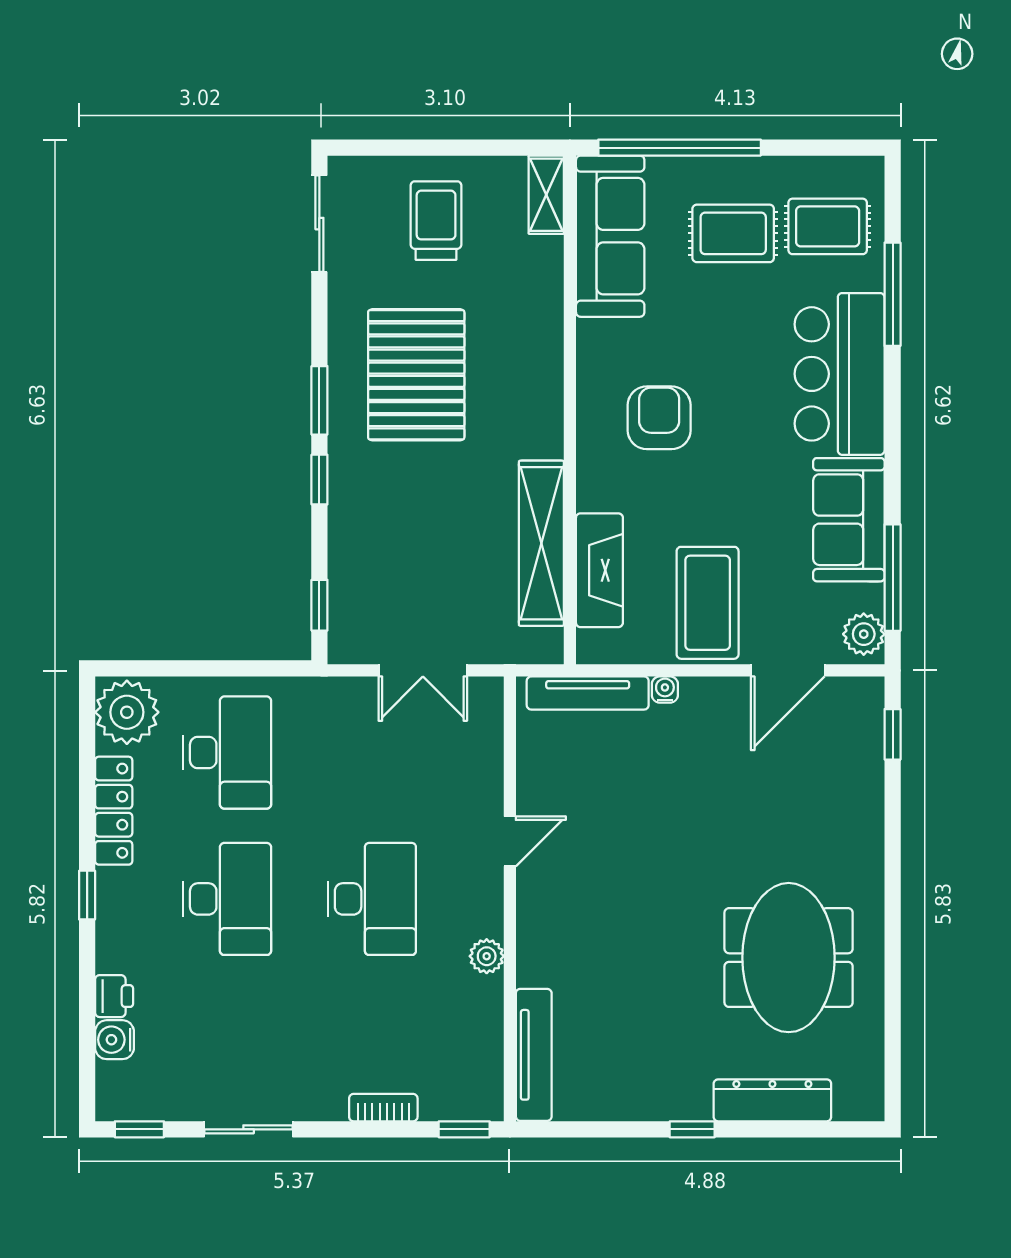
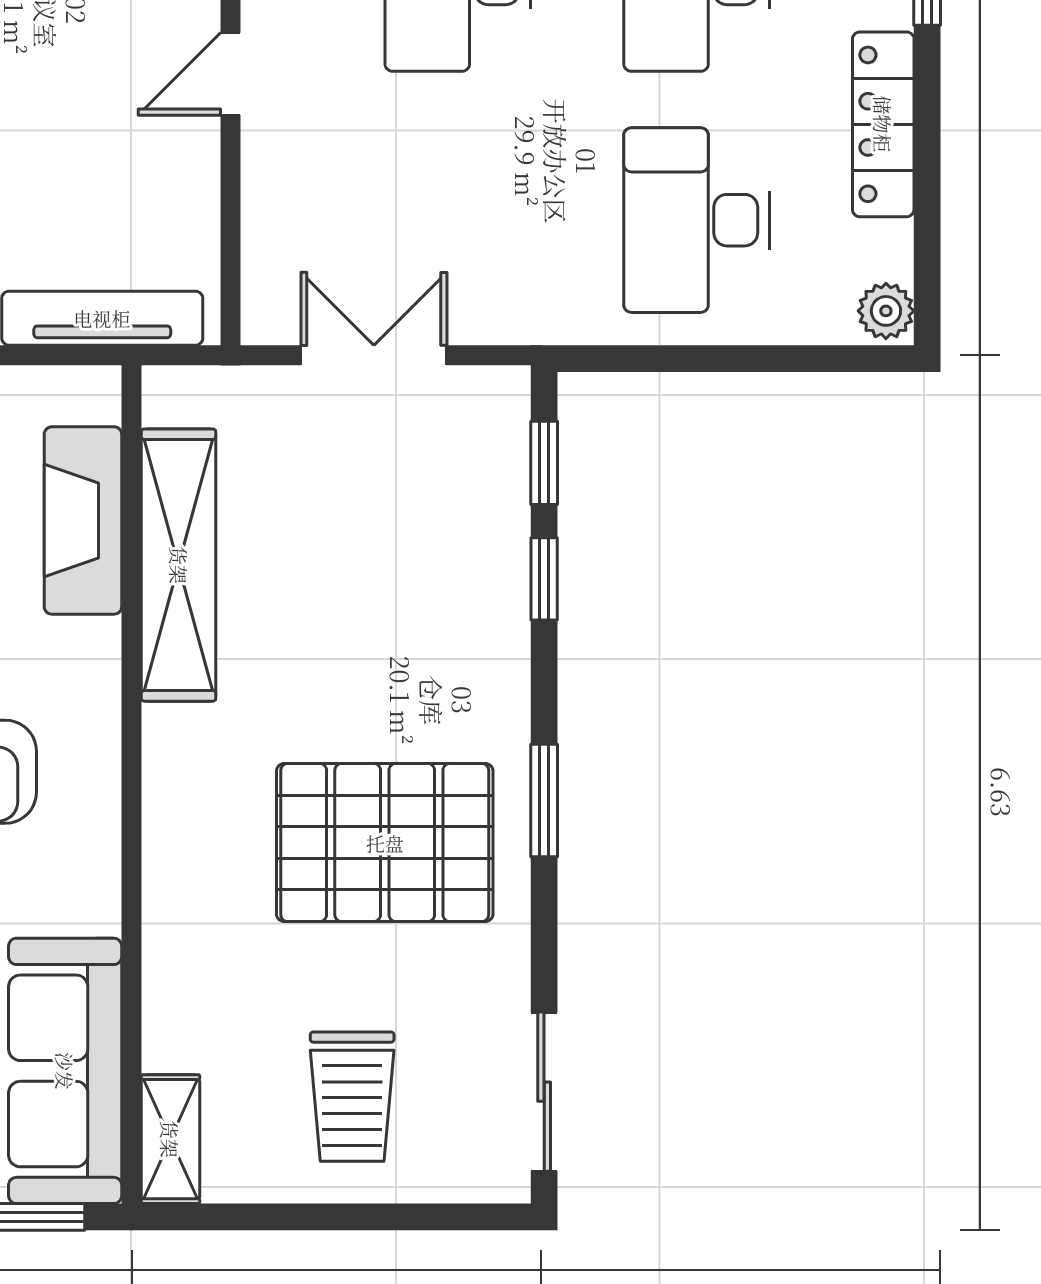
pallet: (416, 375) -> (385, 843), turned 90
window: (319, 480) -> (544, 579), moved
plant: (127, 712) -> (886, 311), width x0.53, depth x0.53

